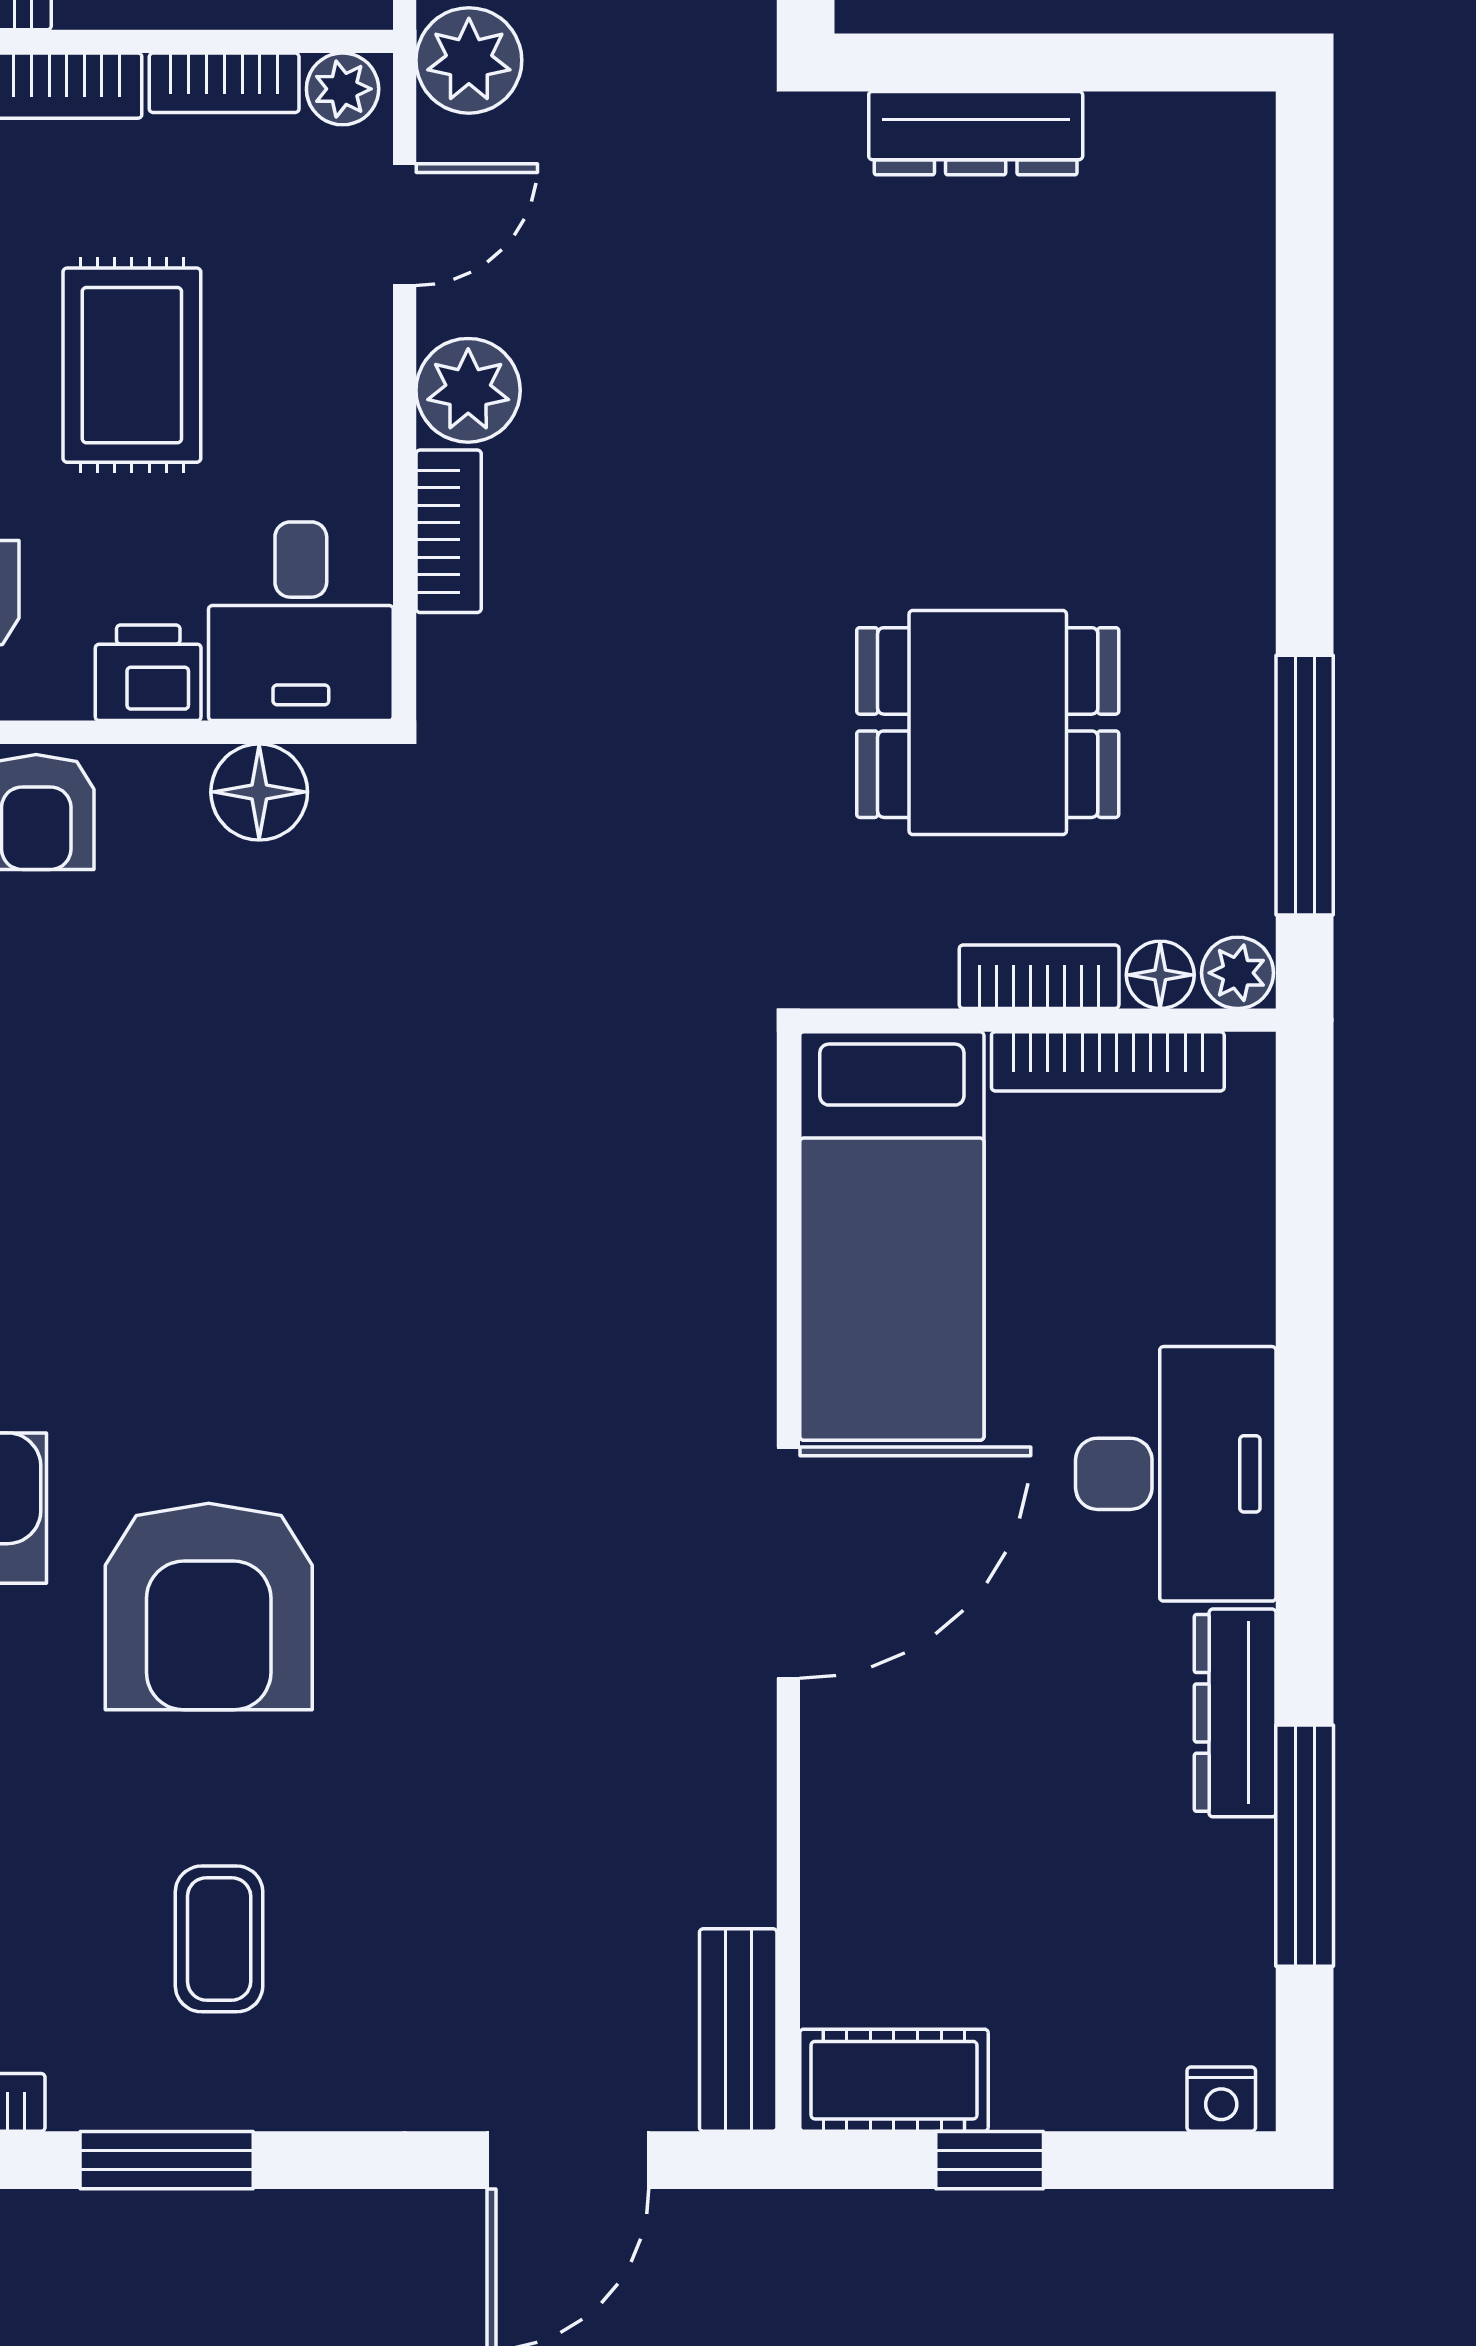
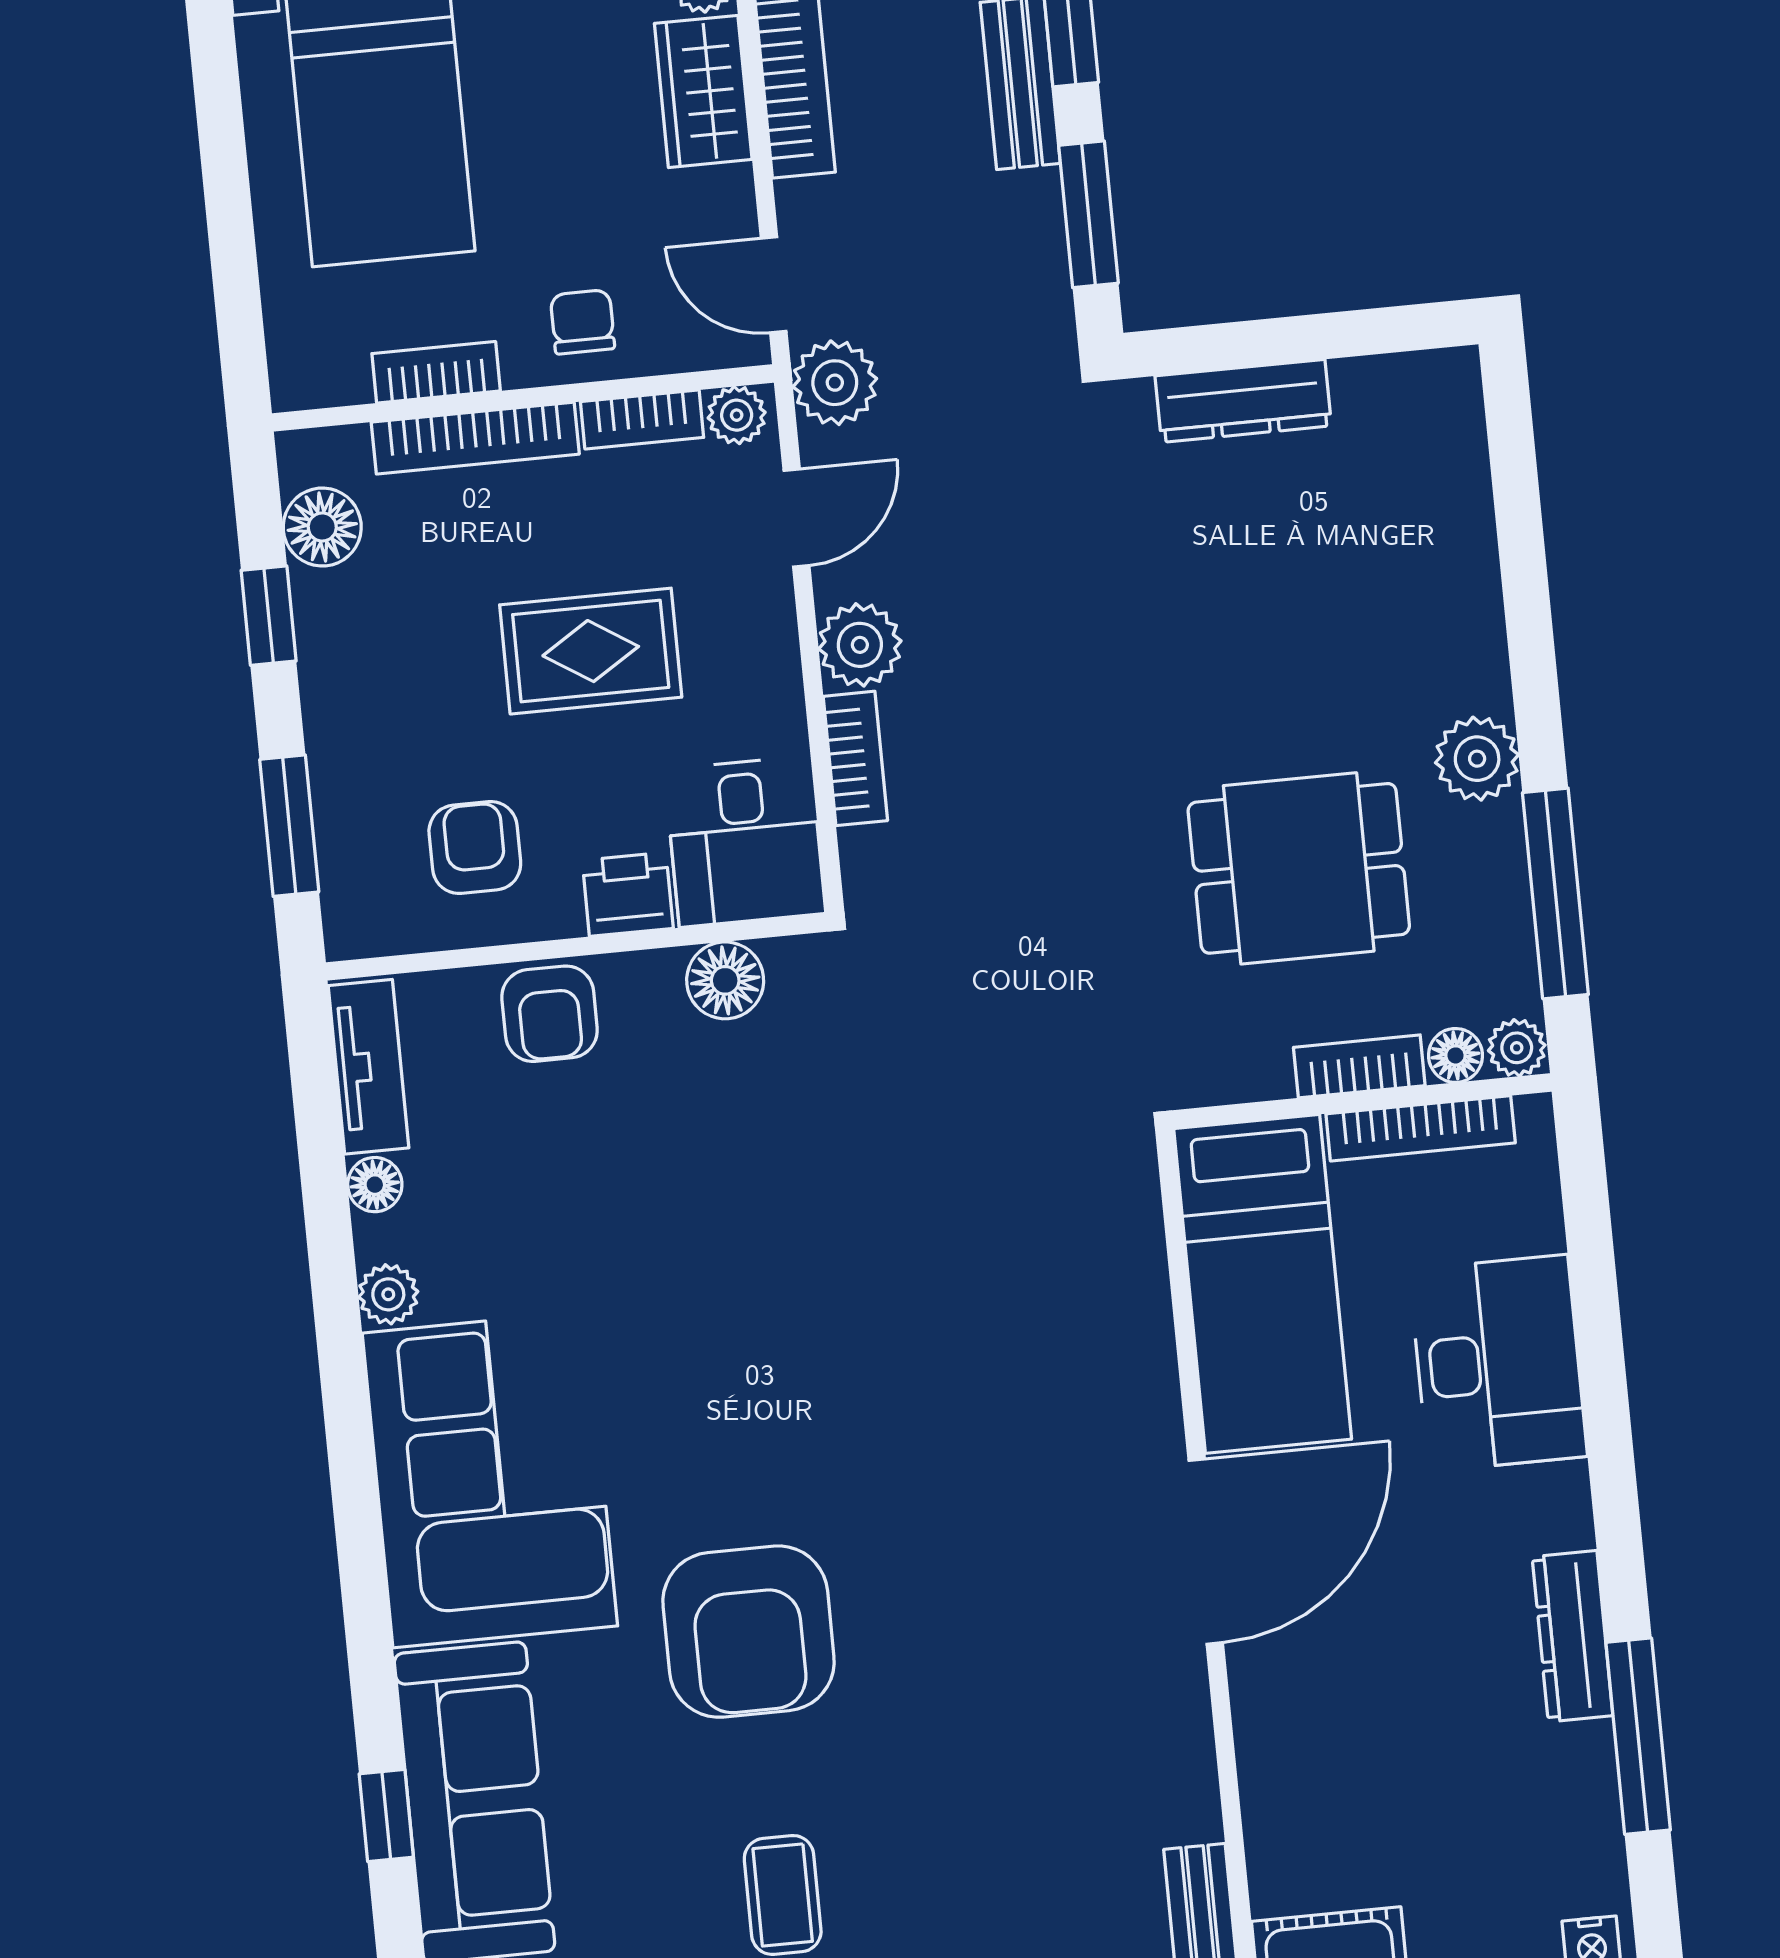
rug: (132, 365) -> (591, 651), turned 90
plant: (1223, 608) -> (1477, 759), added
desk: (1176, 1474) -> (1498, 1363), moved

